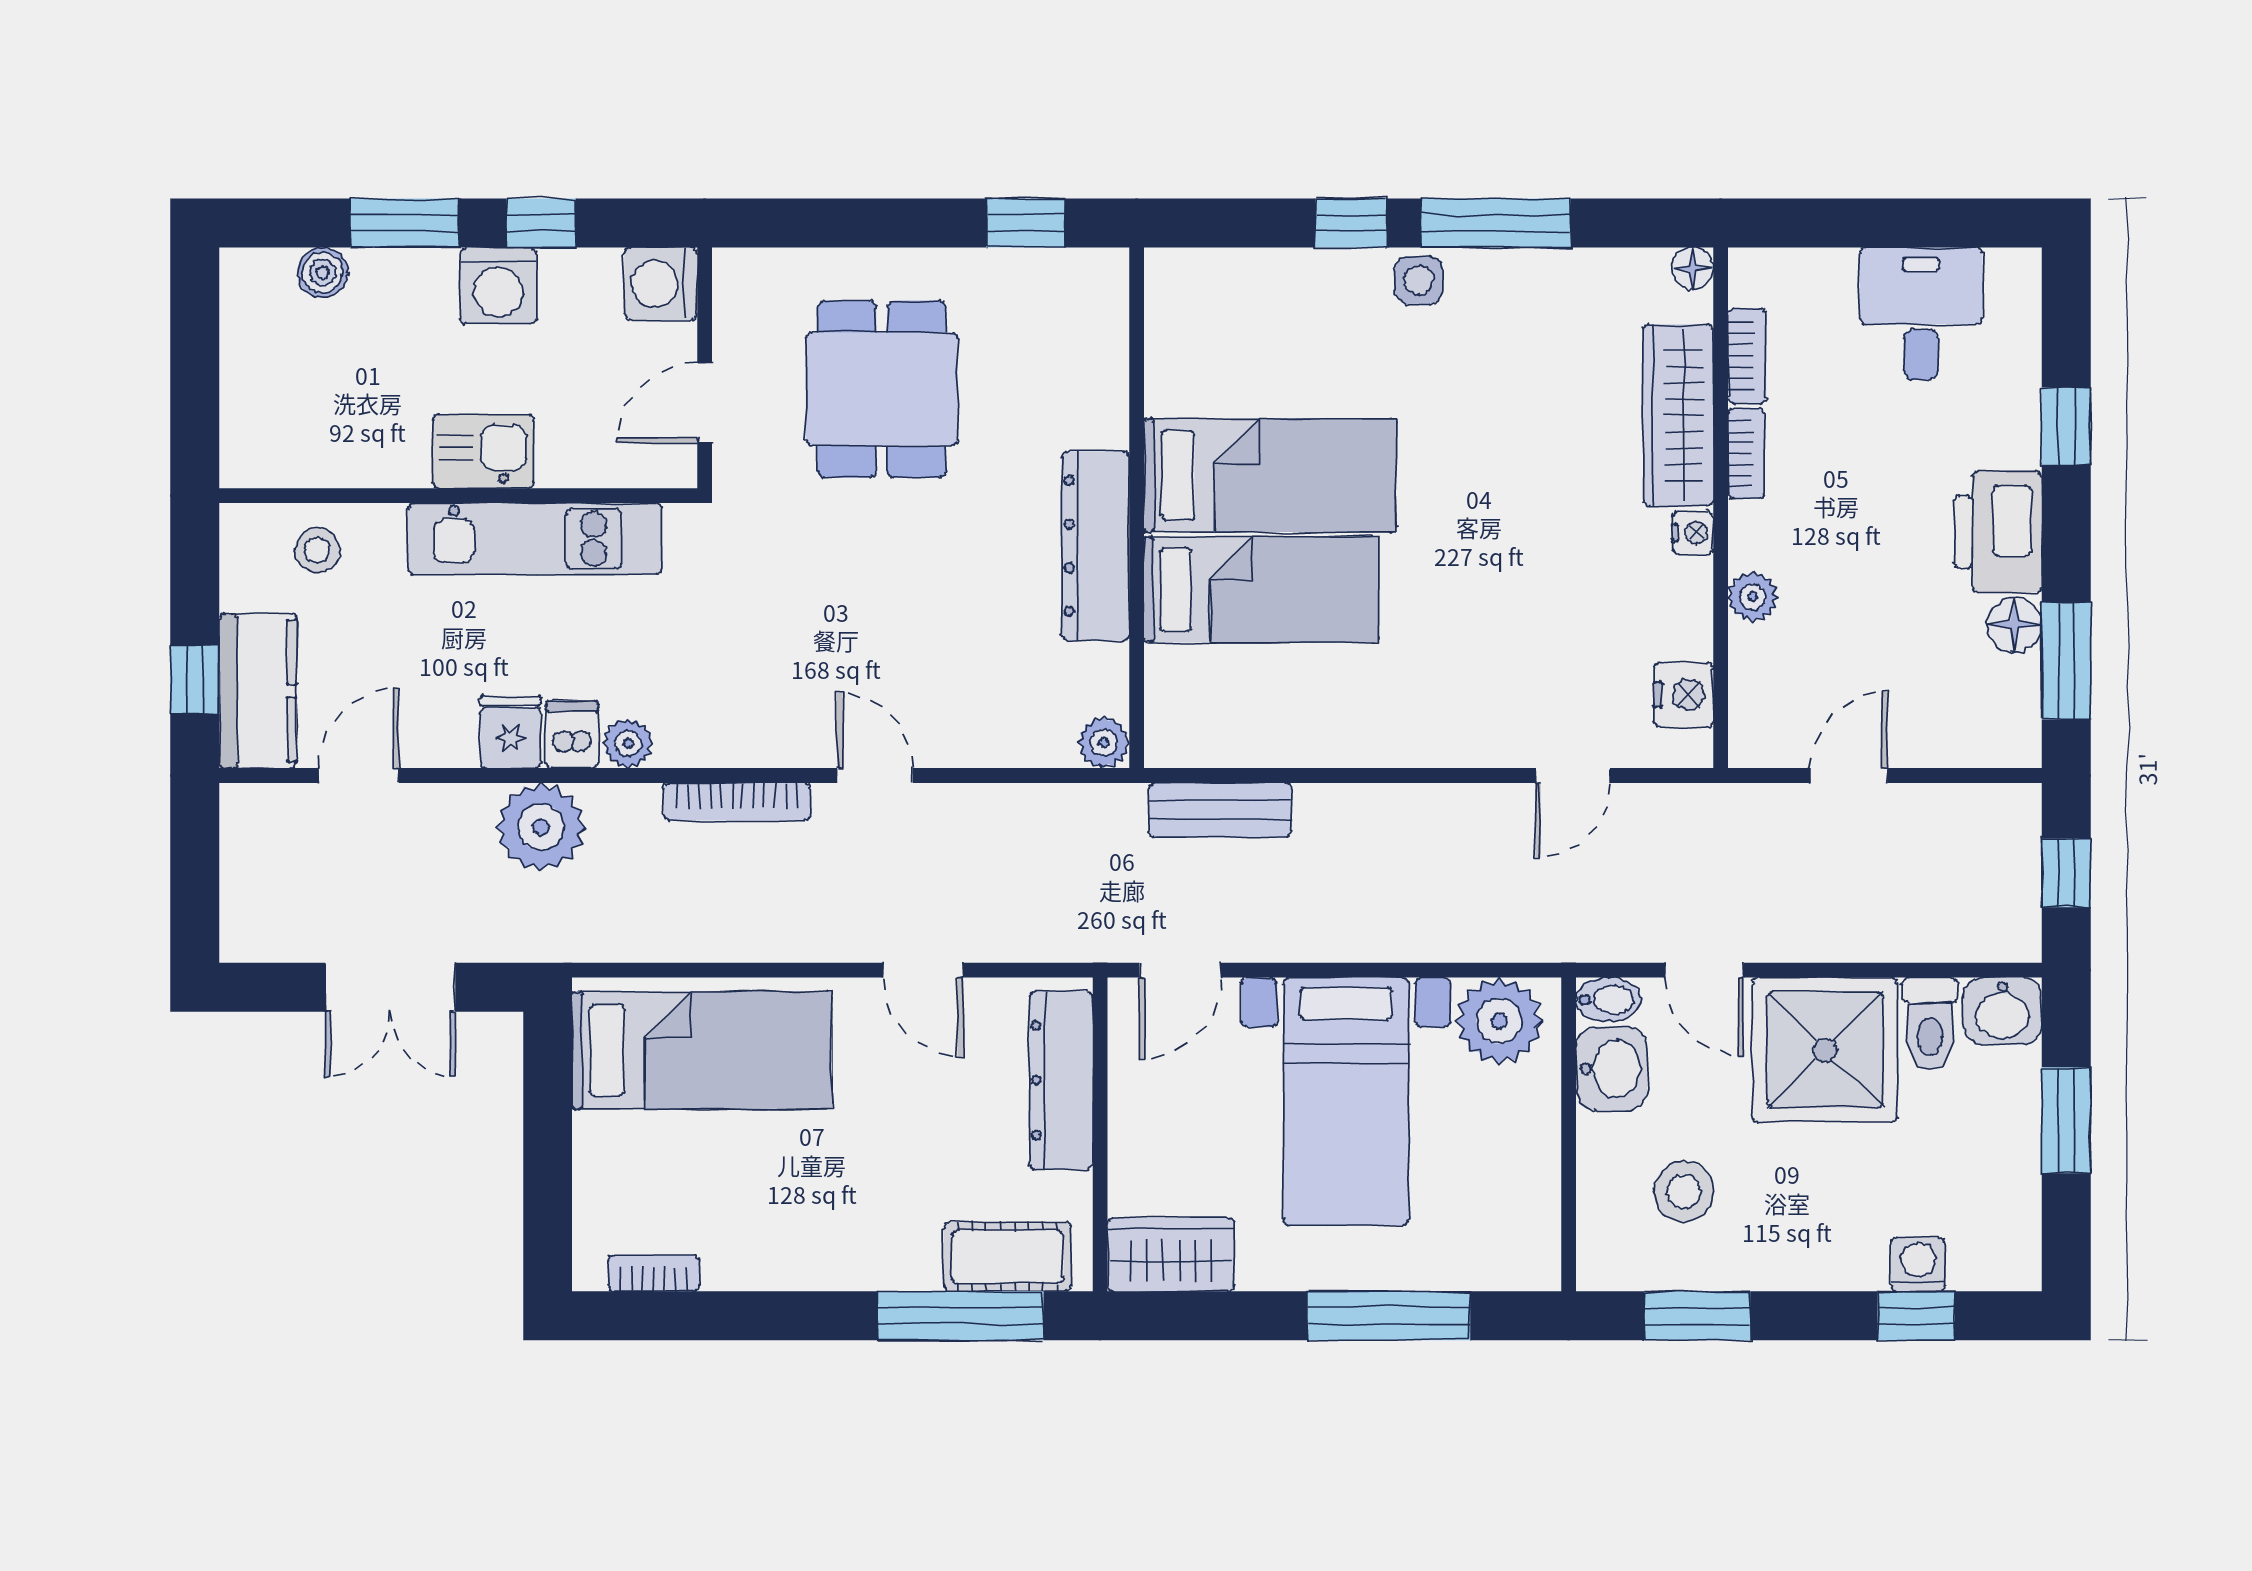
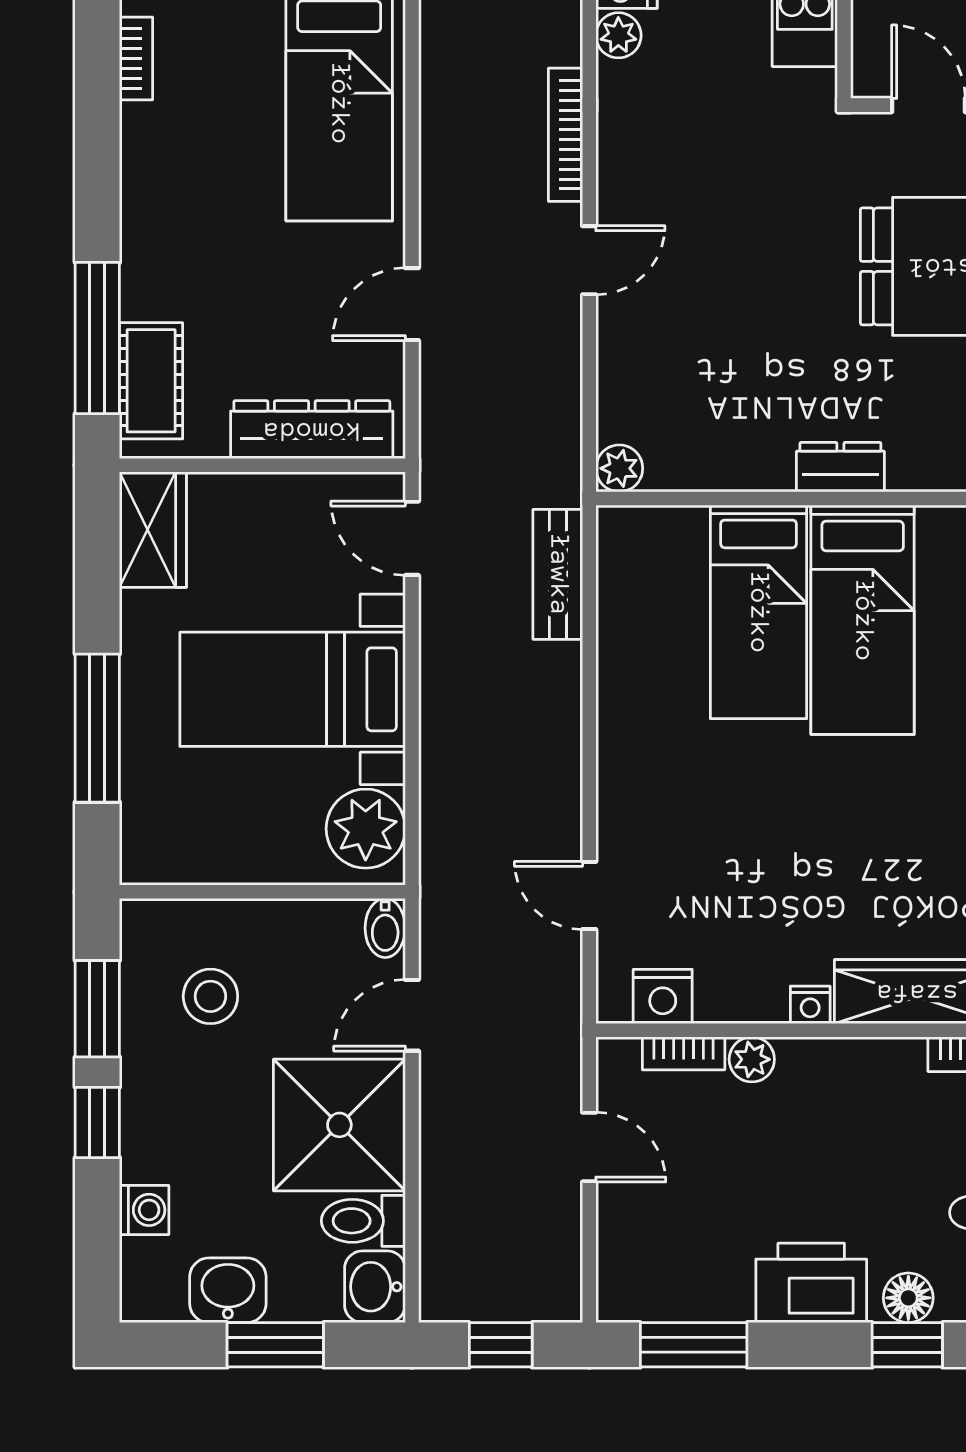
bookcase: (1746, 454) -> (684, 1053), moved
dresser: (1096, 546) -> (840, 467), width x0.51, depth x0.80
floor lamp: (2015, 625) -> (908, 1298), moved
washbasin: (1611, 1069) -> (228, 1290), moved, turned 180
window: (1916, 1316) -> (97, 1122), moved

